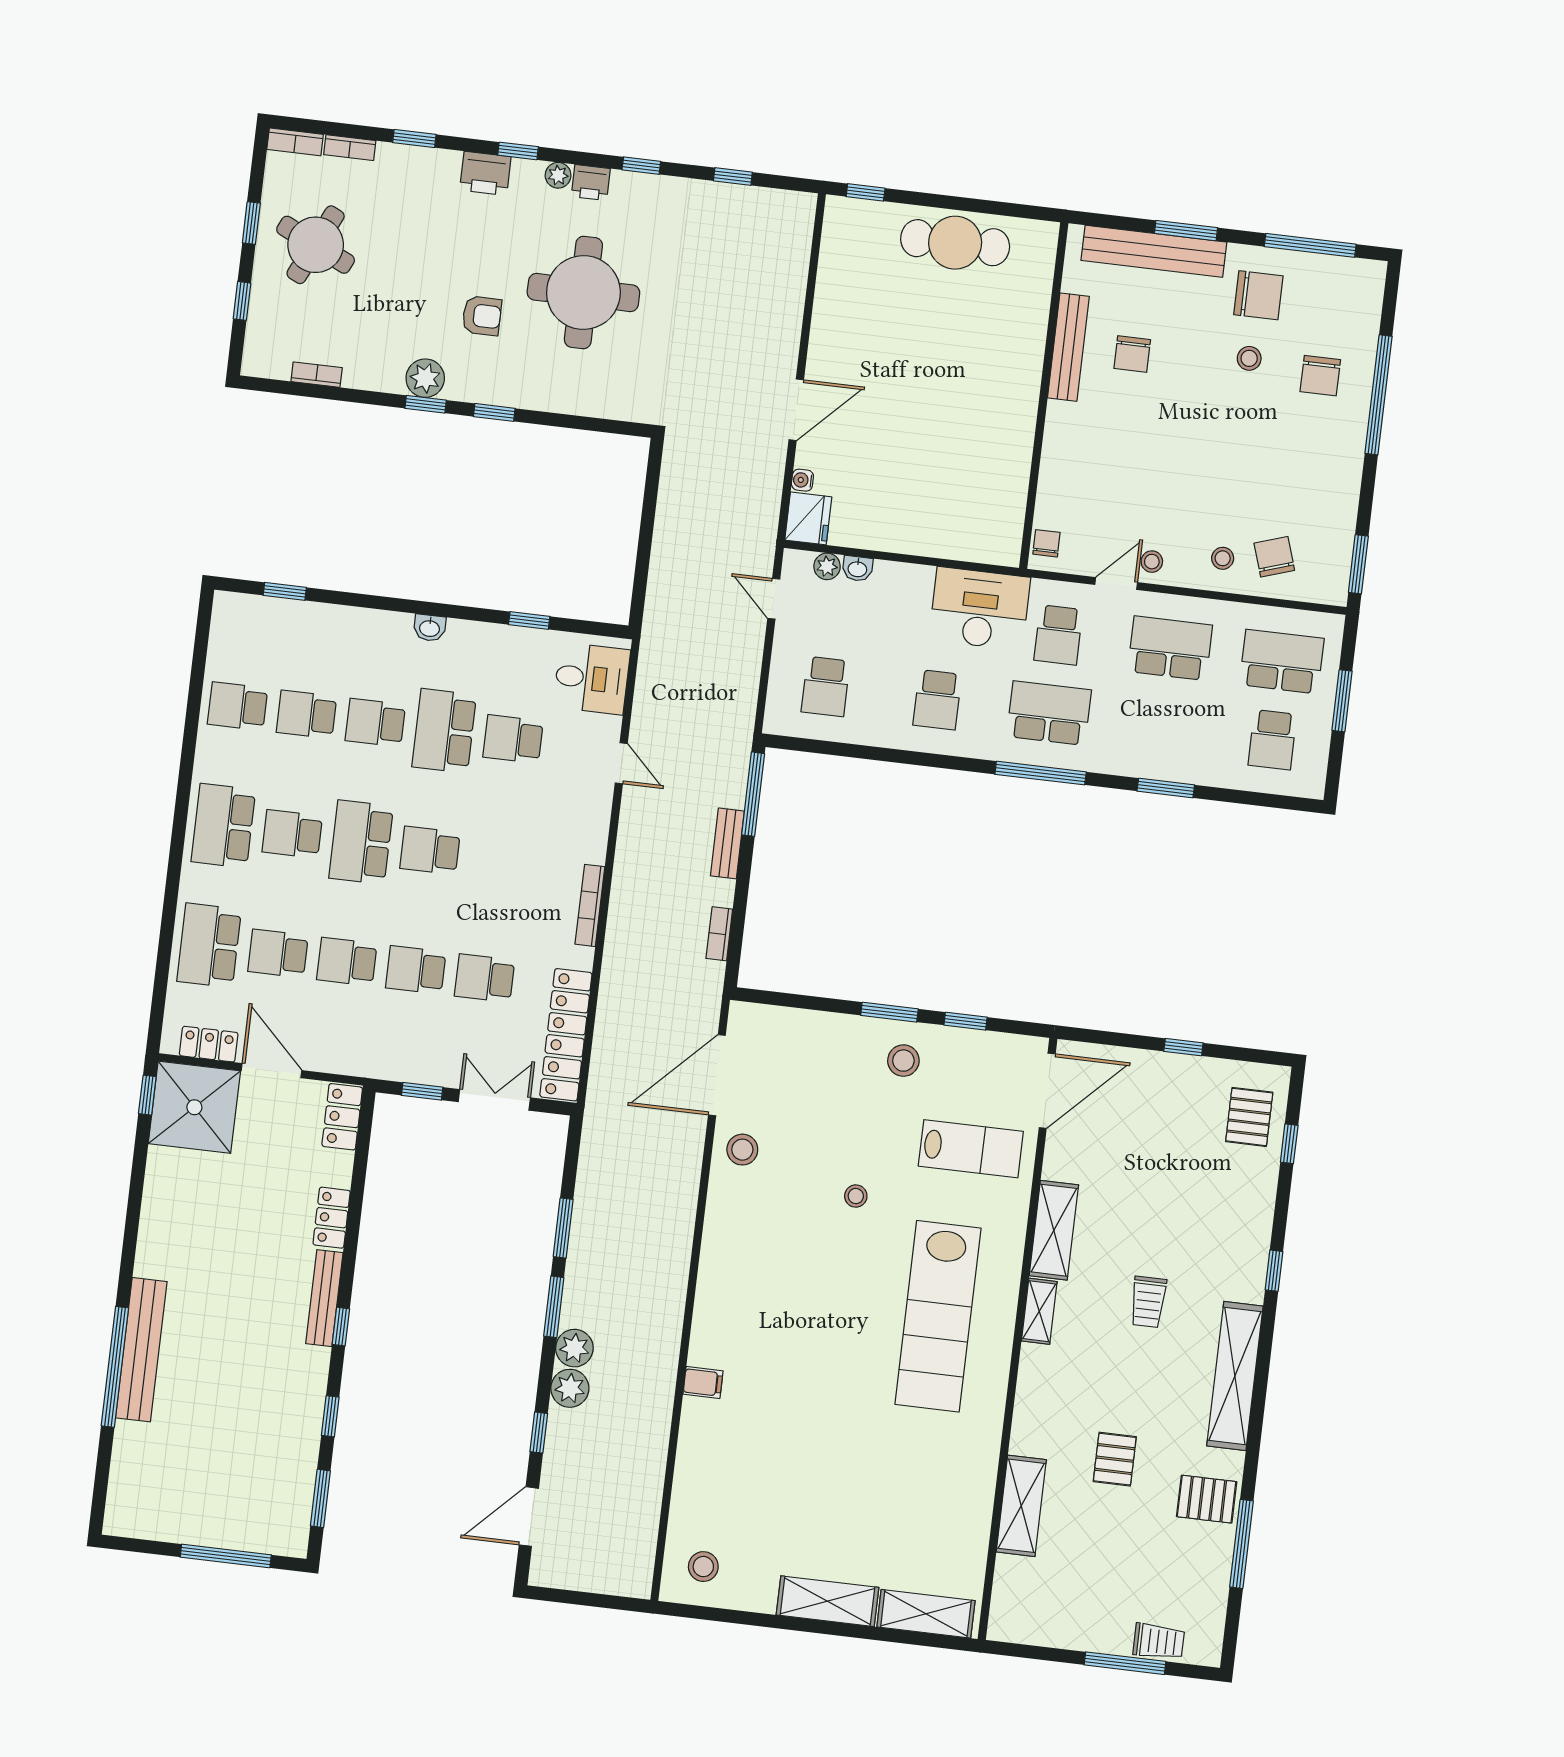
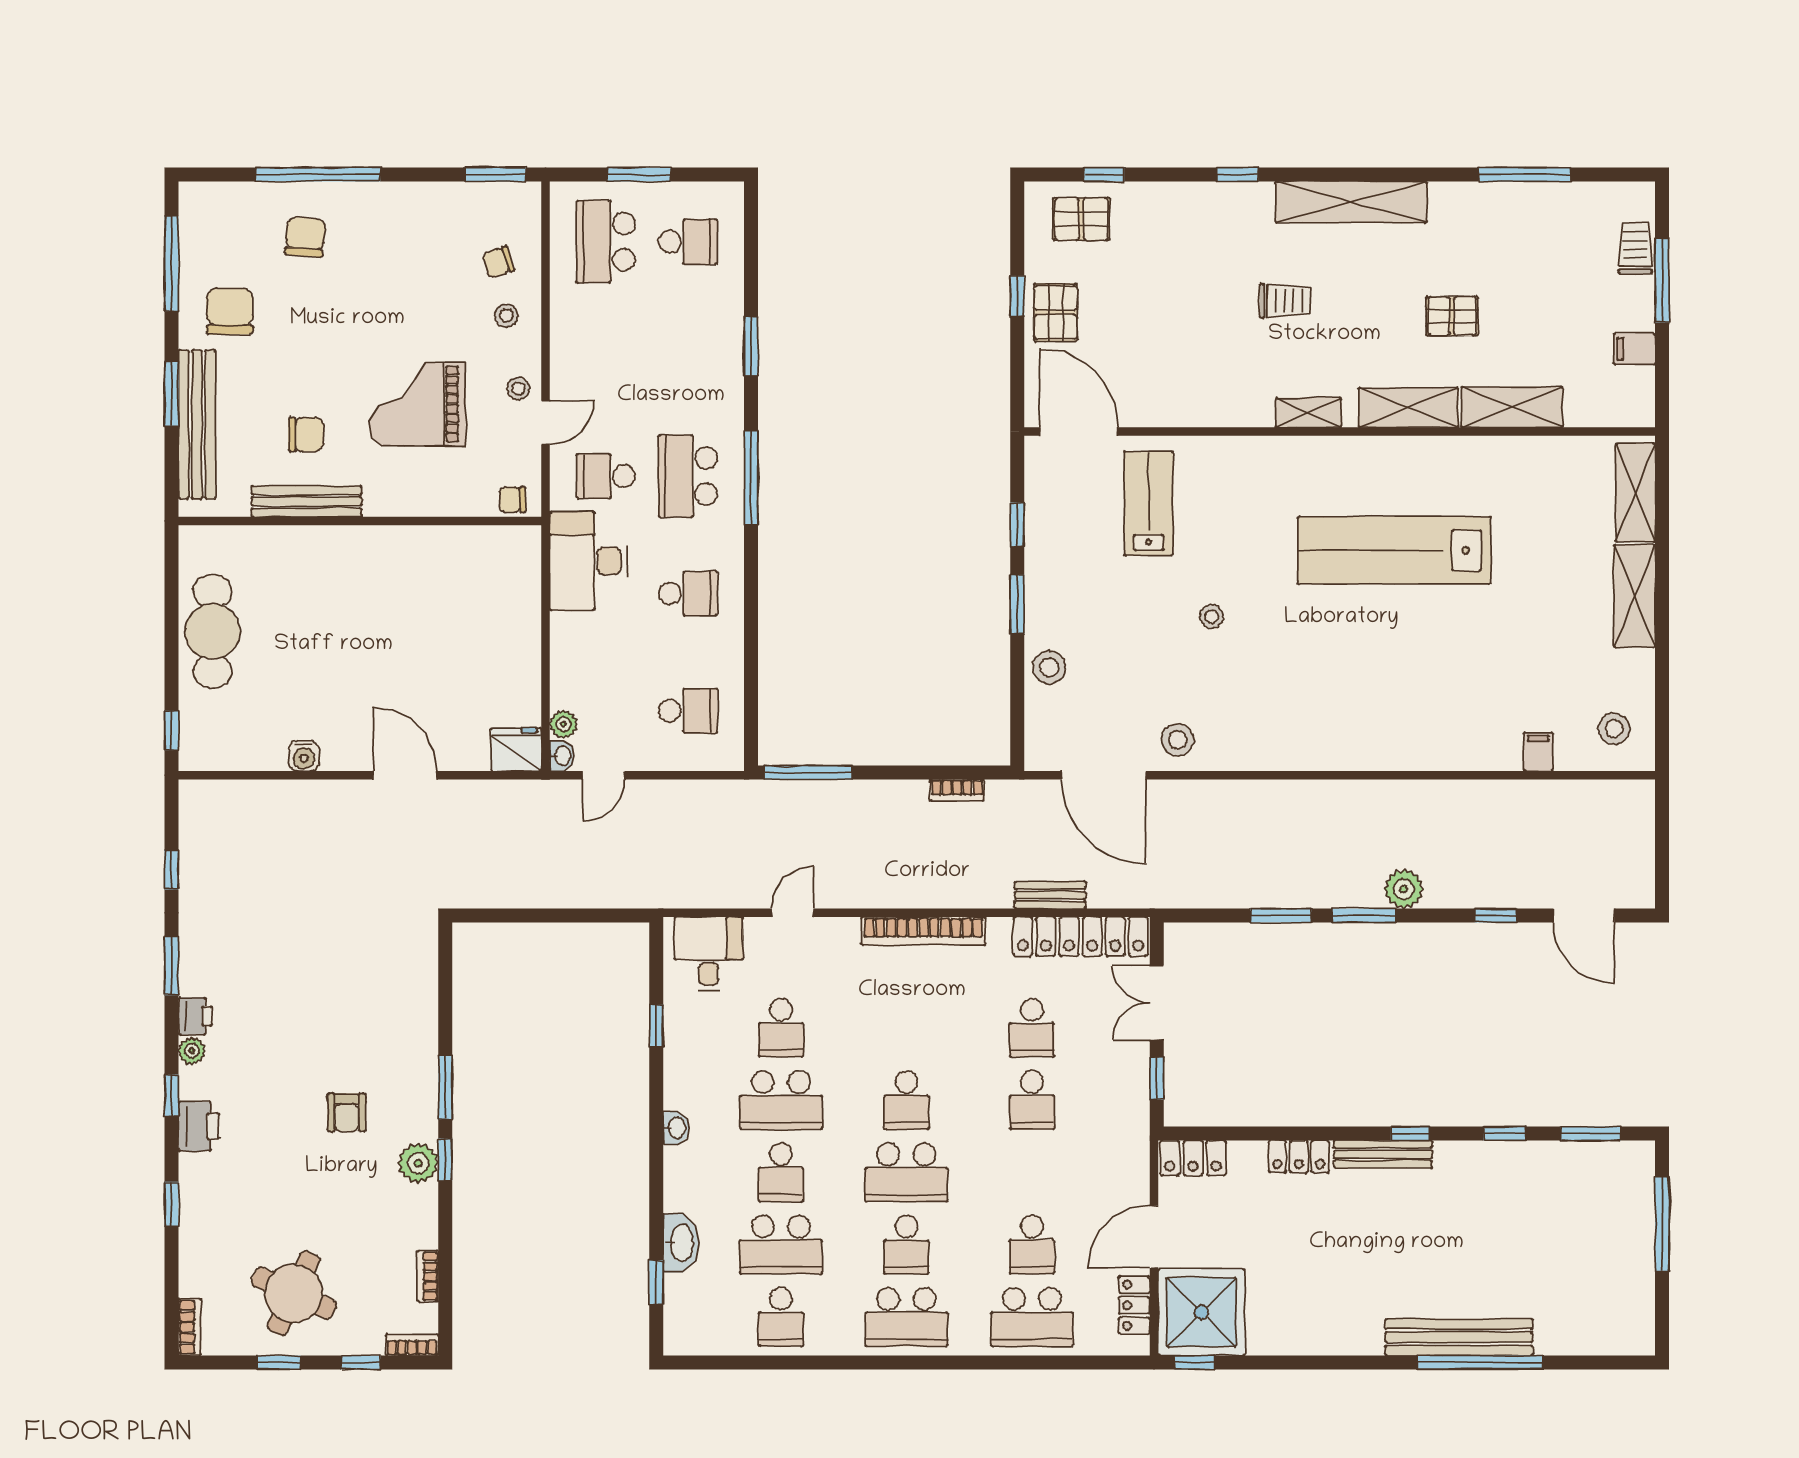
bookcase: (350, 148) -> (412, 1345), moved, turned -90
window: (641, 166) -> (172, 966), width x1.50
round table: (583, 292) -> (310, 1010), removed
armchair: (482, 316) -> (347, 1112), turned 180
stool: (1249, 358) -> (296, 313), removed
chair: (1320, 376) -> (305, 237), turned -85
window: (494, 412) -> (445, 1088), width x1.50
grand piano: (1148, 464) -> (417, 404), added
water cooler: (802, 480) -> (304, 756), moved, width x1.38, depth x1.38
chair: (1274, 557) -> (498, 262), width x0.73, depth x0.73
washbasin: (857, 569) -> (562, 756), moved
door: (1116, 584) -> (546, 423), swing flipped
washbasin: (319, 619) -> (681, 1243), added
school desk: (1058, 635) -> (606, 476), turned 180
school desk: (1170, 648) -> (606, 359), removed
school desk: (306, 714) -> (781, 1245), width x1.85
bench: (727, 843) -> (1050, 895), moved
bookcase: (590, 905) -> (924, 931), width x1.48, depth x1.31
school desk: (347, 962) -> (1032, 1172), removed
stool: (903, 1061) -> (1049, 667), moved
shelving: (1054, 1230) -> (1408, 407), moved
lab bench: (938, 1316) -> (1394, 550), moved, turned 180
filing cabinet: (703, 1382) -> (1538, 752), moved
plant: (570, 1388) -> (1446, 889), removed
pallet: (1207, 1499) -> (1056, 312), moved
filing cabinet: (1063, 1629) -> (1634, 349), added

